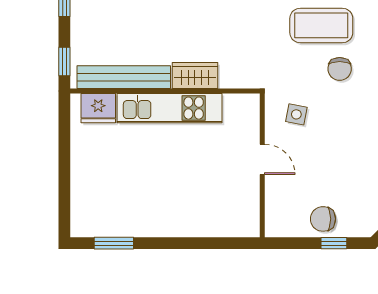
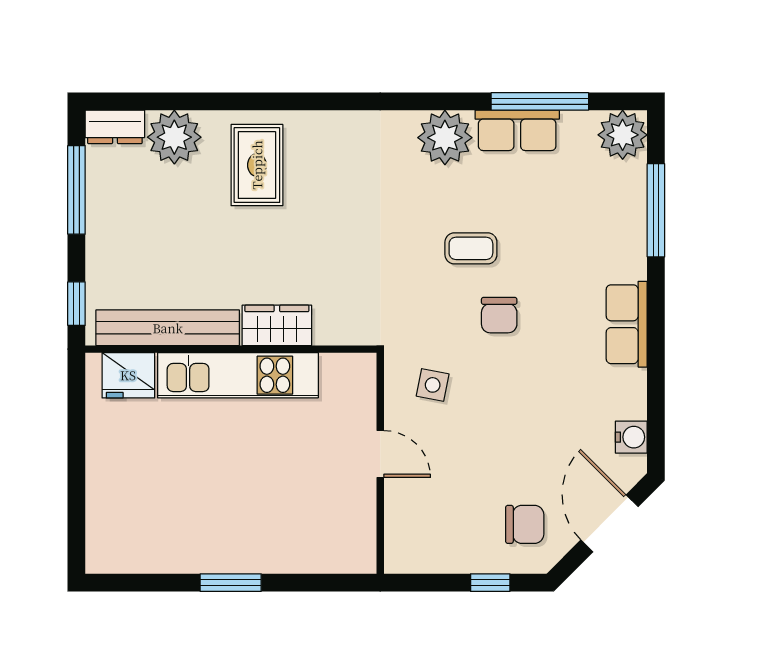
coffee table: (321, 25) -> (471, 248), width x0.54, depth x0.58
chair: (323, 219) -> (525, 524), moved, turned 180
window: (114, 243) -> (231, 583), moved

